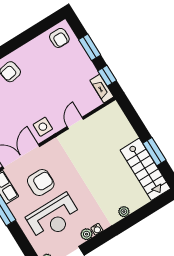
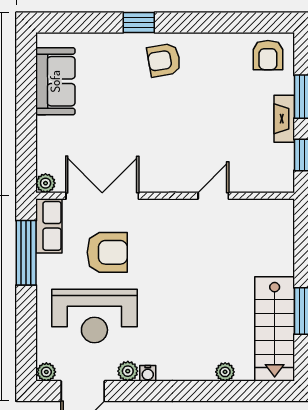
fireplace: (102, 89) -> (284, 119), moved
side table: (43, 127) -> (162, 172), removed
plant: (124, 212) -> (225, 372), moved

